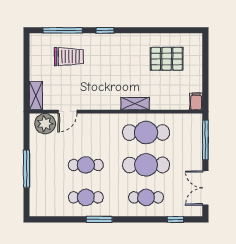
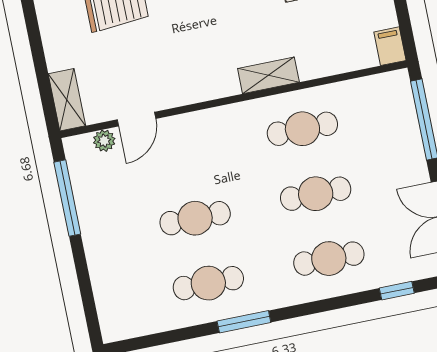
plant: (45, 124) -> (104, 141), width x0.53, depth x0.53
cafe table: (146, 133) -> (302, 129), width x0.73, depth x0.74
cafe table: (146, 165) -> (316, 194), width x0.73, depth x0.74
window: (27, 169) -> (67, 198), moved

